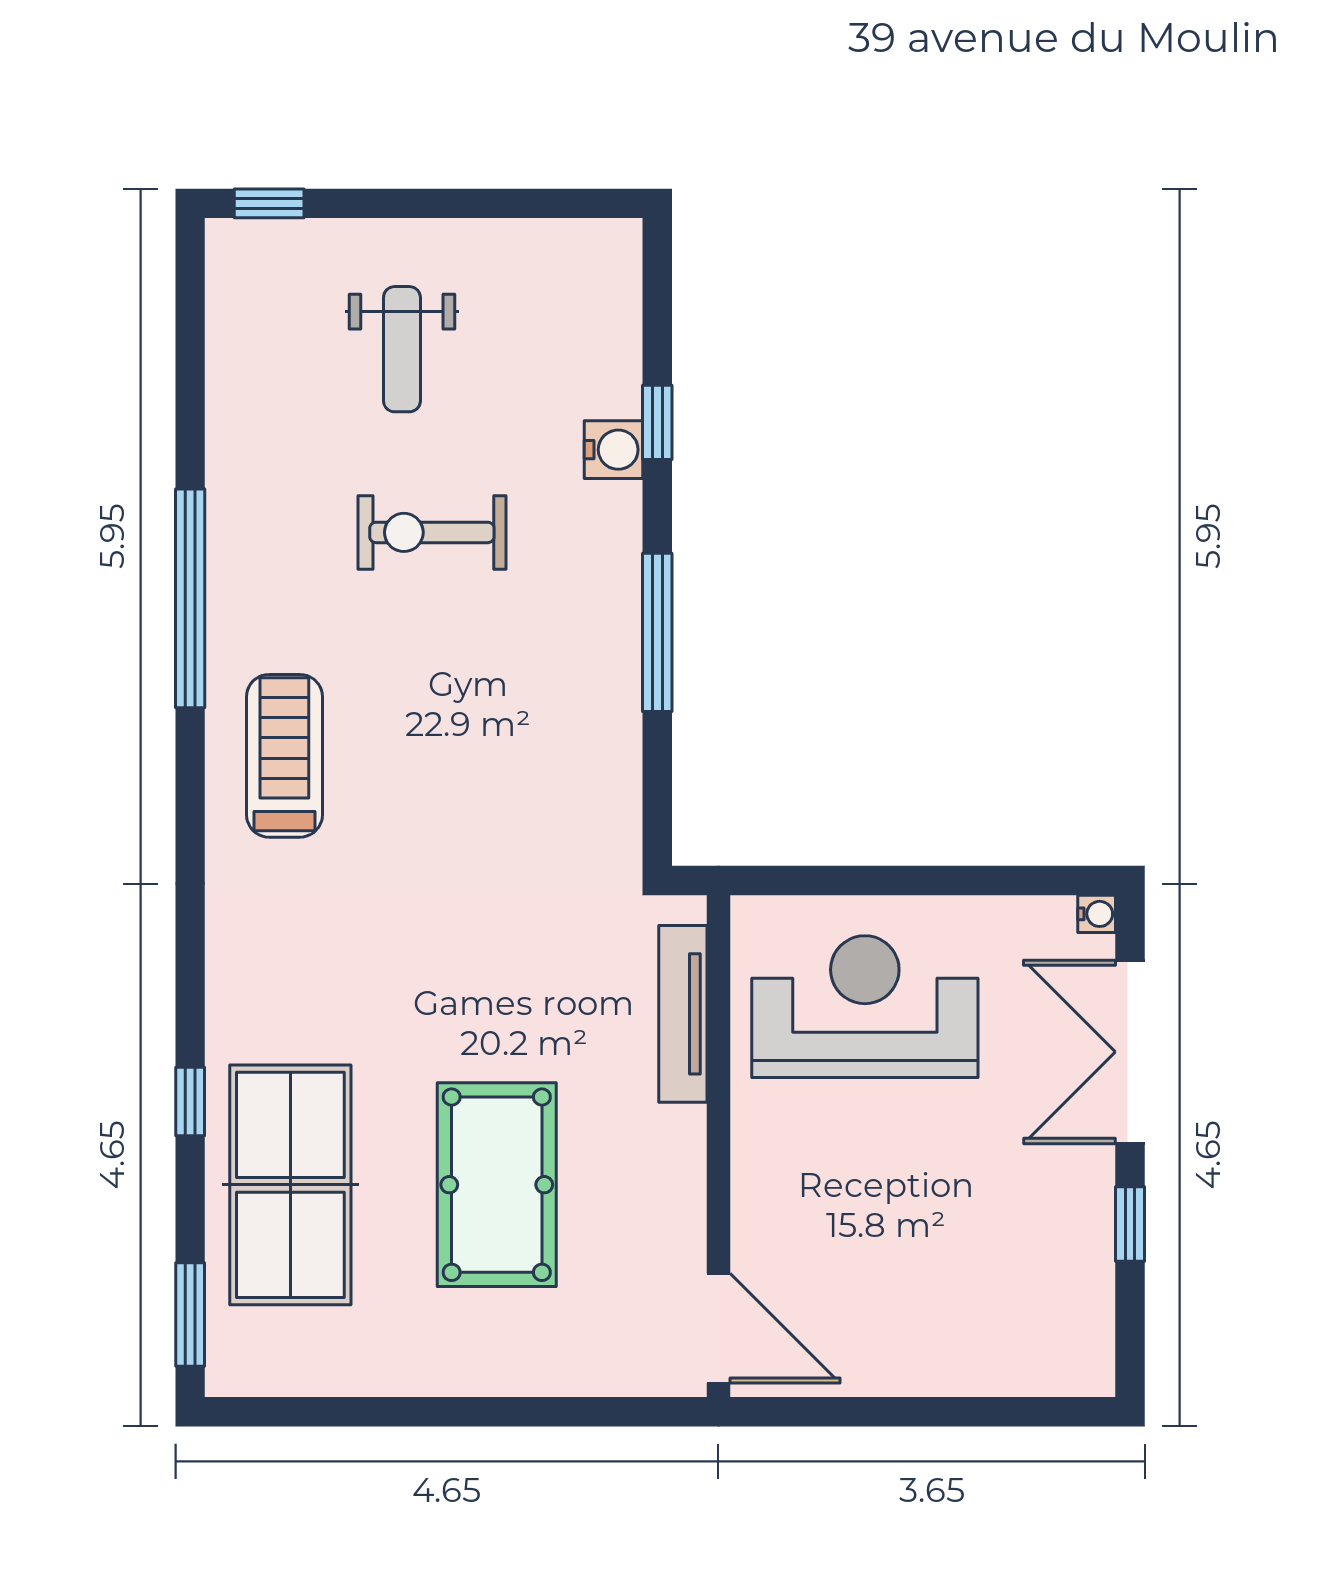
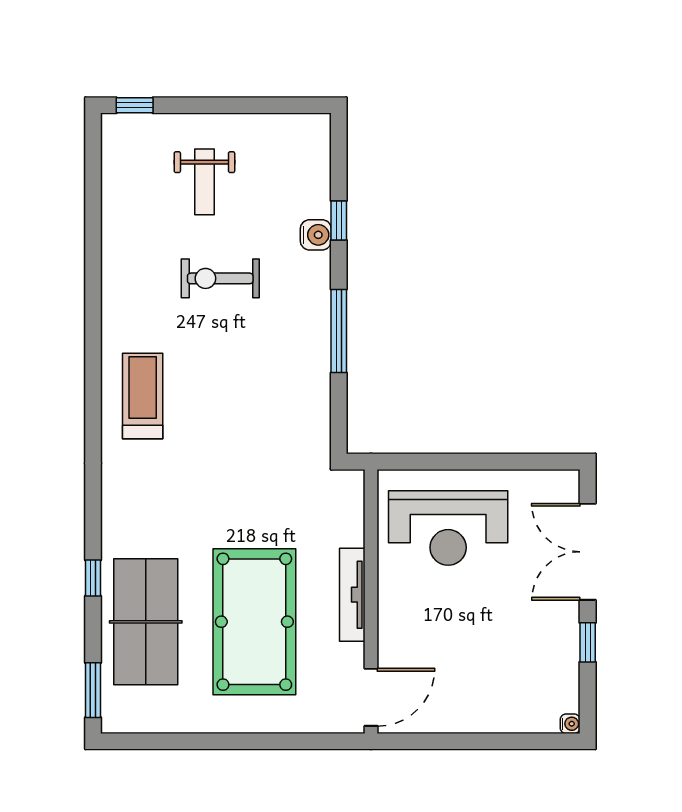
window: (190, 598) -> (93, 313), removed
water cooler: (1097, 914) -> (570, 724), moved
reception desk: (865, 1007) -> (448, 528), turned 180
tv unit: (683, 1014) -> (352, 595), moved
pool table: (497, 1185) -> (254, 622), width x1.36, depth x1.32
door: (718, 1328) -> (371, 697), hinge flipped

